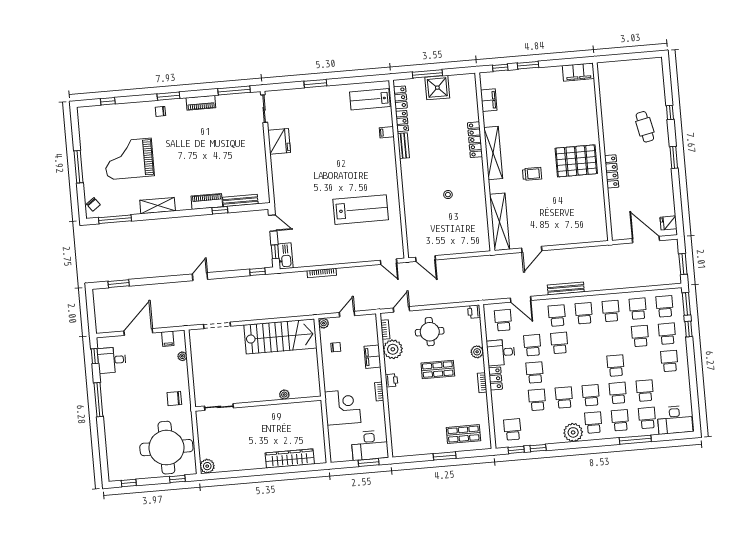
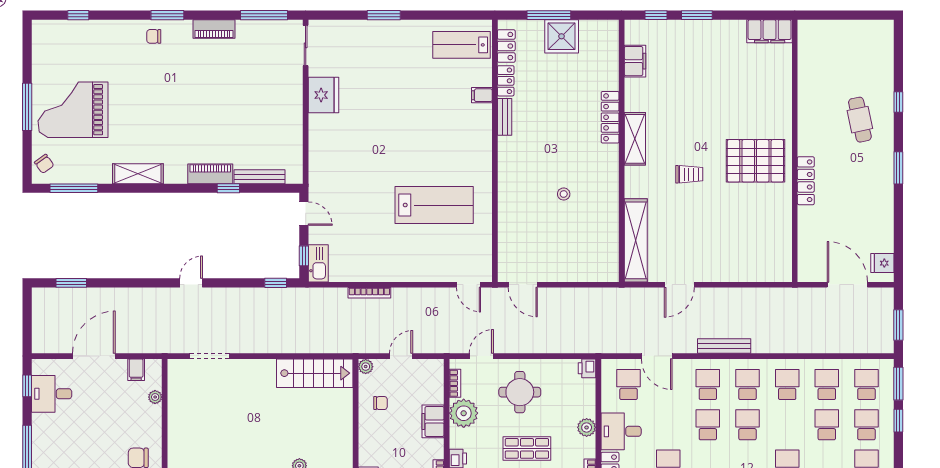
shelving: (493, 153) -> (635, 139), width x0.68
grand piano: (129, 159) -> (73, 110), moved
stairs: (280, 336) -> (315, 373), width x0.73, depth x0.66
school desk: (532, 345) -> (747, 425), moved

